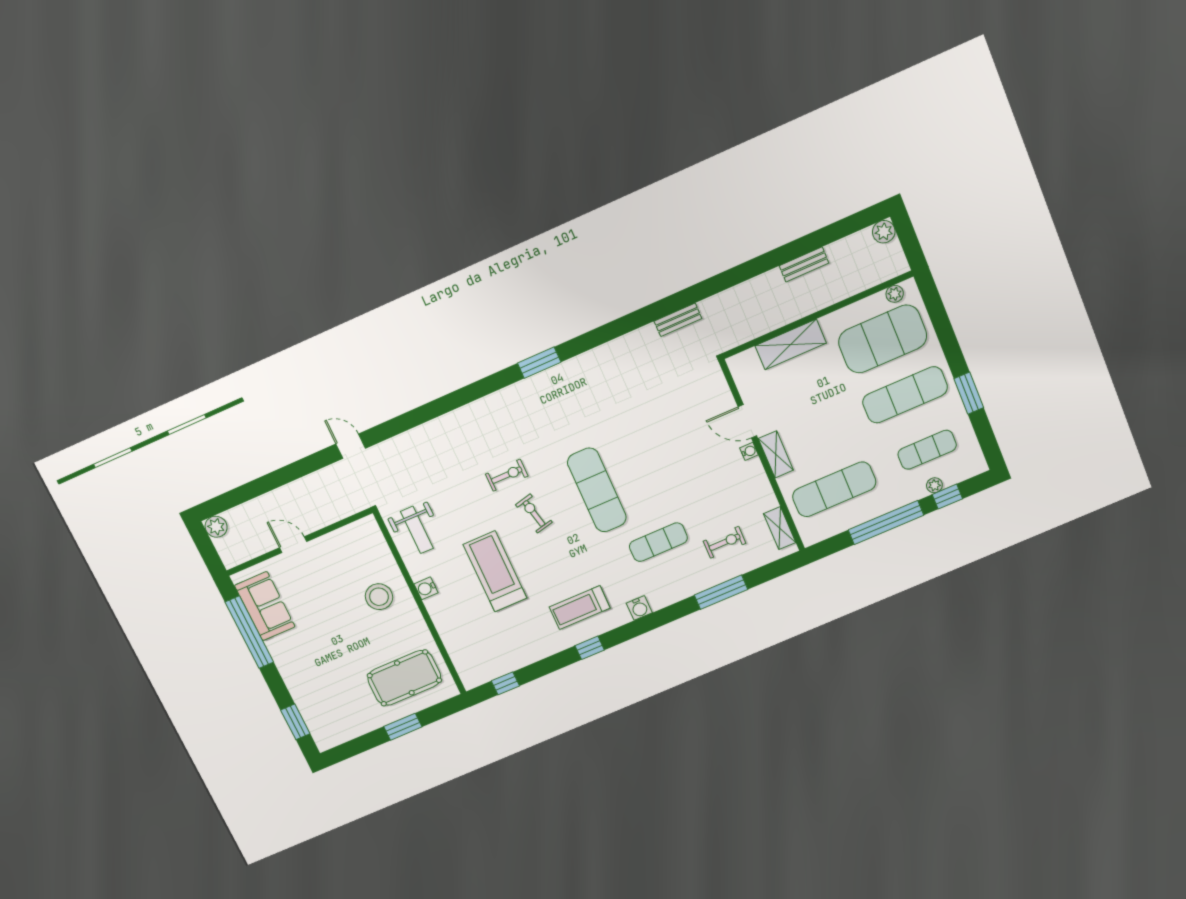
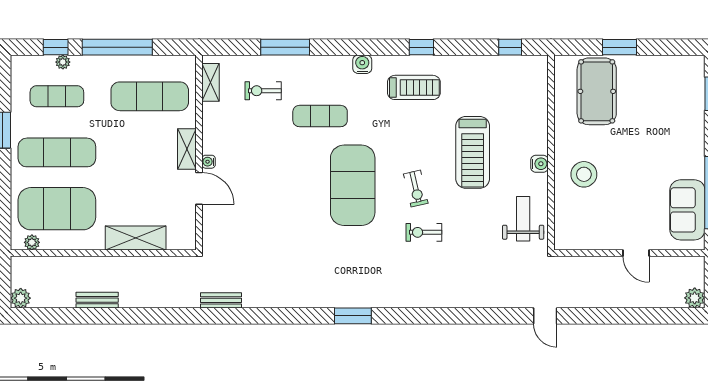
exercise mat: (597, 490) -> (353, 185), width x1.47
pool table: (404, 678) -> (597, 91), turned 90

